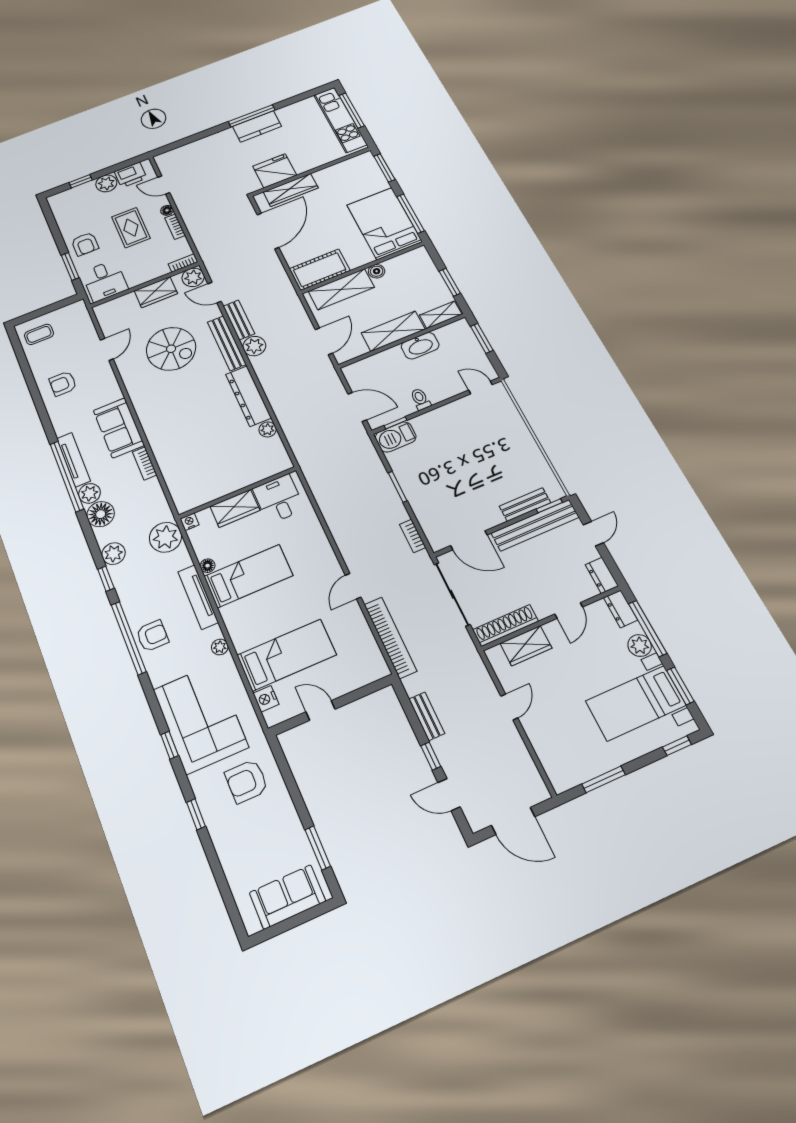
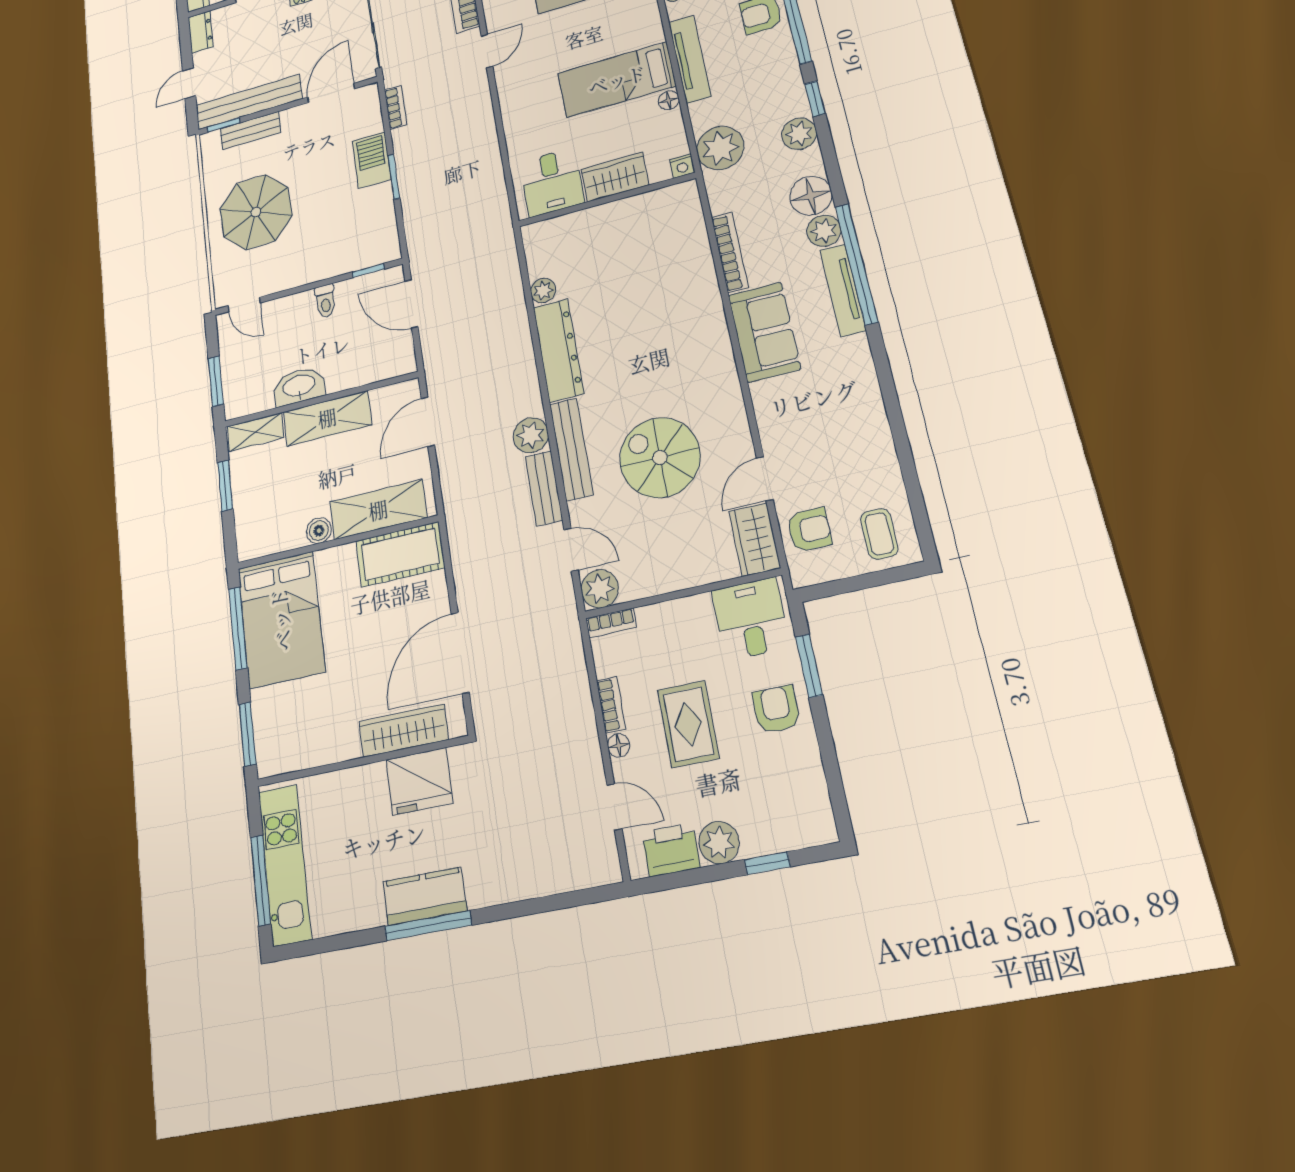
wardrobe: (156, 292) -> (755, 540), moved, turned -90
coffee table: (39, 334) -> (879, 534), turned 90
armchair: (63, 384) -> (809, 530), moved
barbecue: (396, 437) -> (372, 160), moved, turned -90
parasol: (496, 448) -> (256, 212), added
bookcase: (145, 463) -> (730, 252), width x1.56
door: (469, 540) -> (331, 93), hinge flipped

